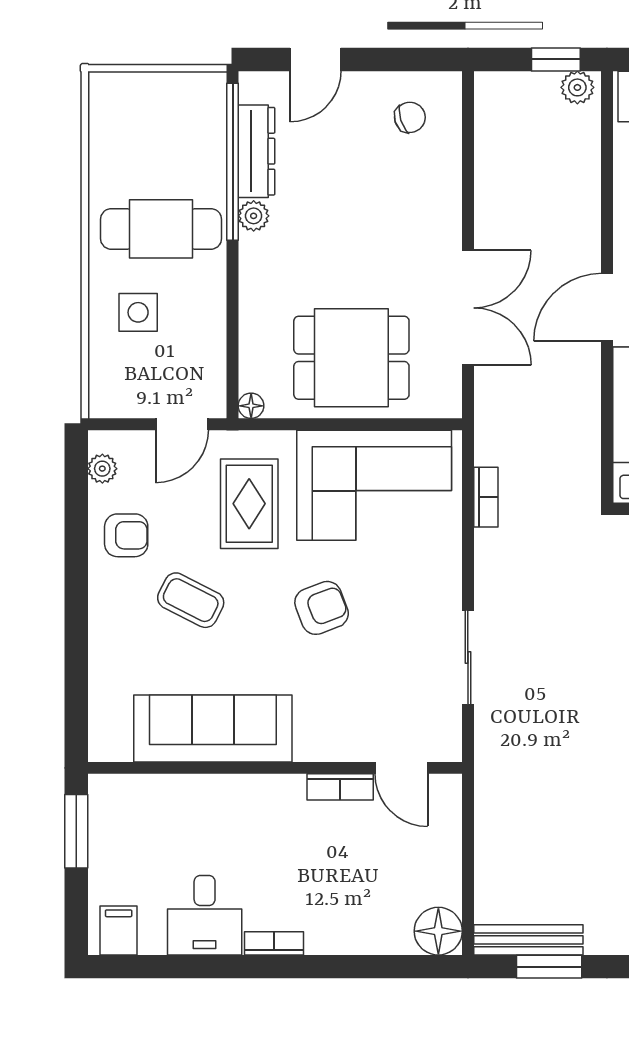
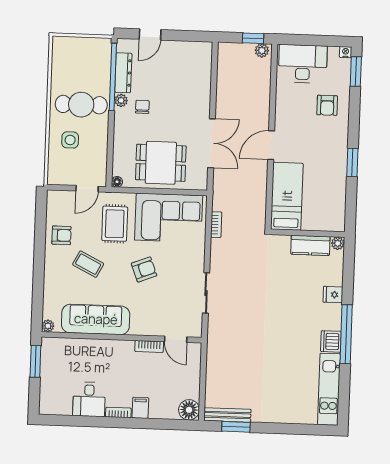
chair: (410, 117) -> (142, 107), moved, turned -72
plant: (102, 469) -> (48, 326), moved
filing cabinet: (119, 931) -> (140, 408), moved

